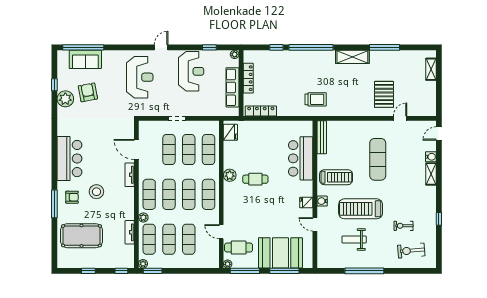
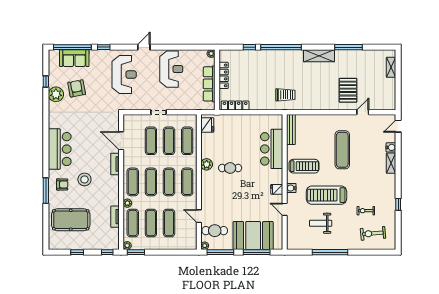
window: (209, 47) -> (104, 47), moved

